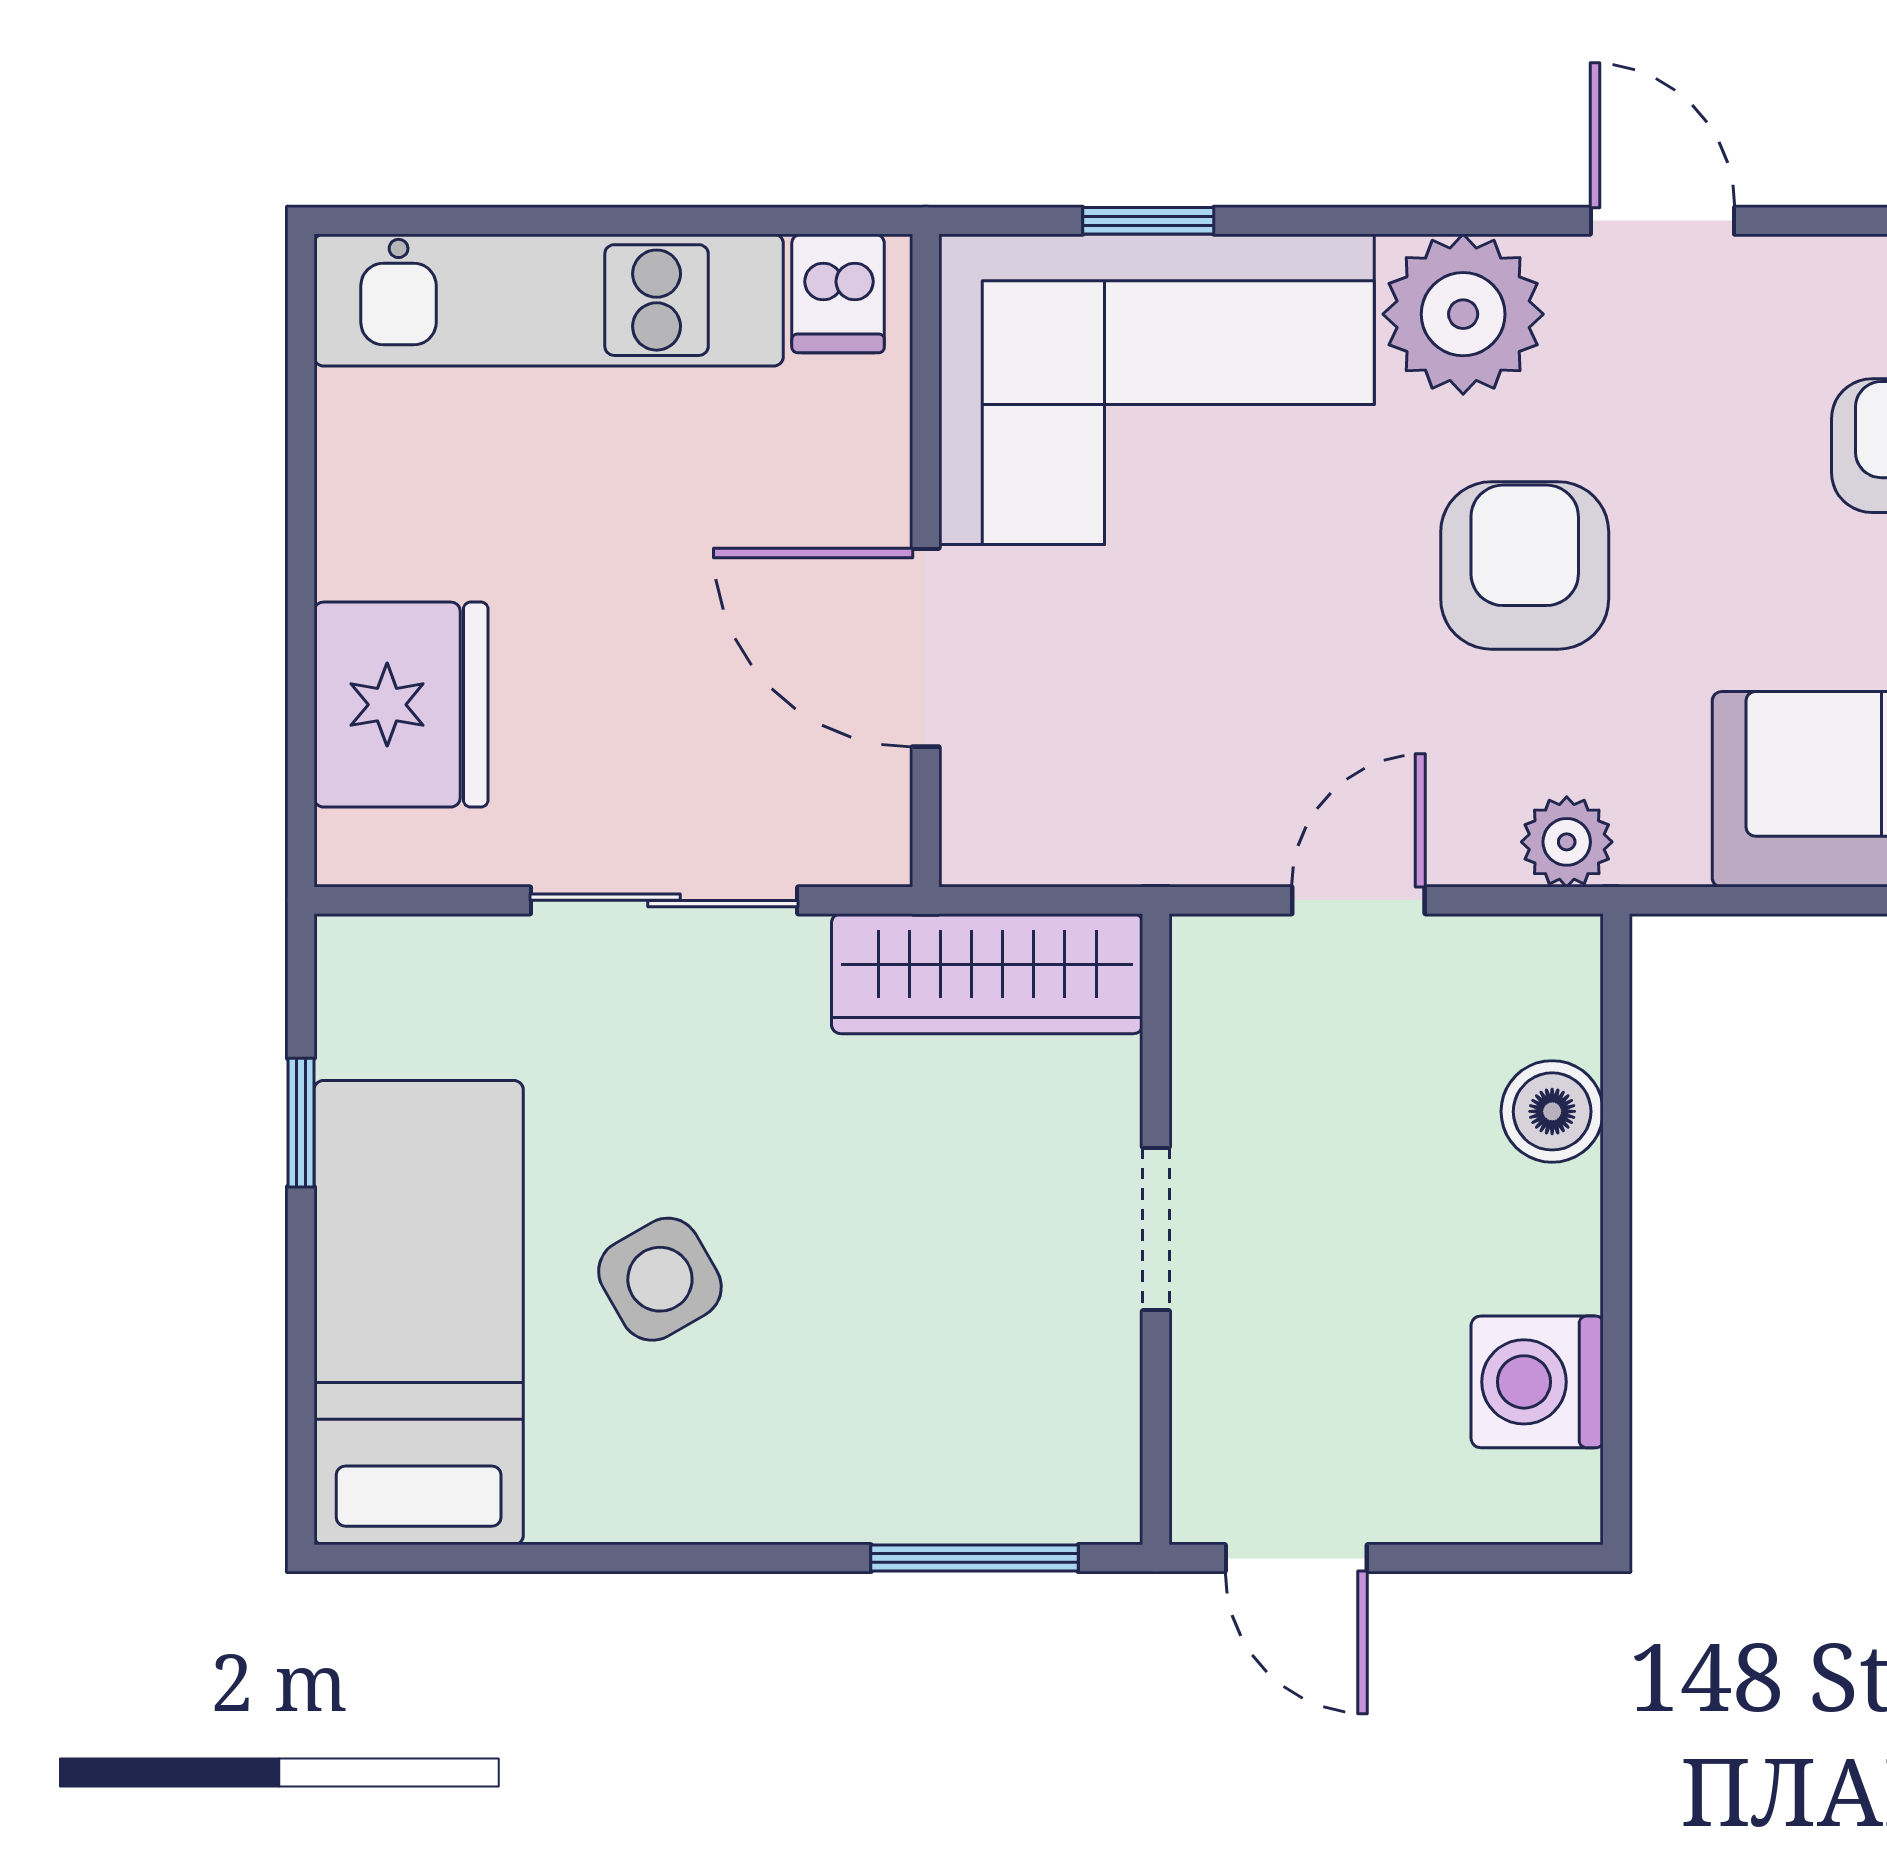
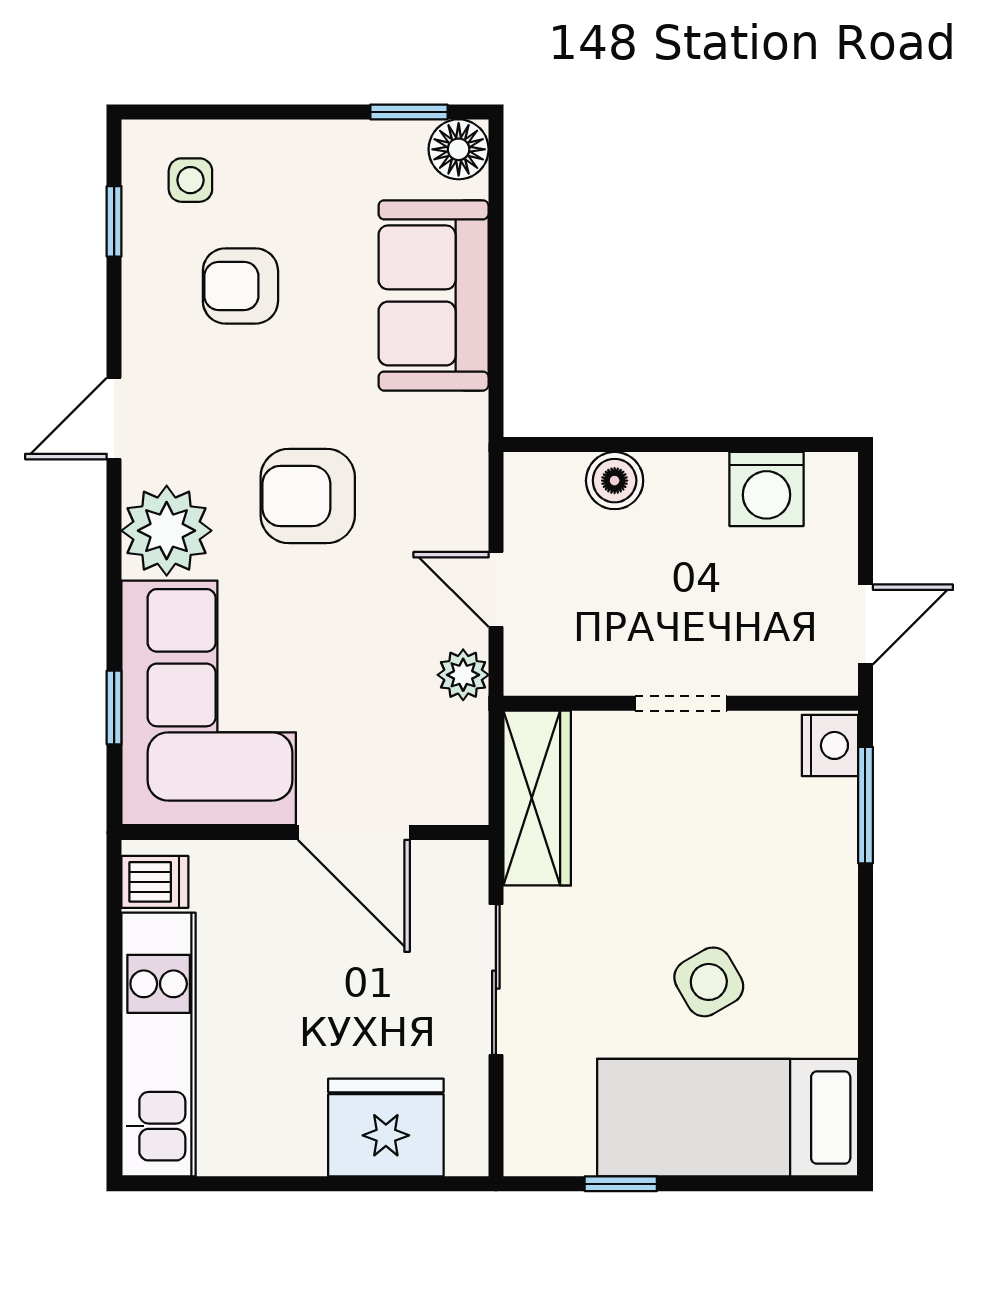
door: (926, 648) -> (354, 833), hinge flipped
plant: (1567, 842) -> (463, 675), moved
nightstand: (1081, 1495) -> (830, 745), added

